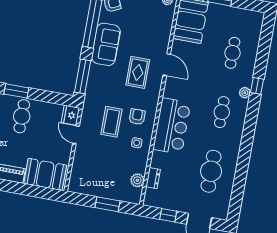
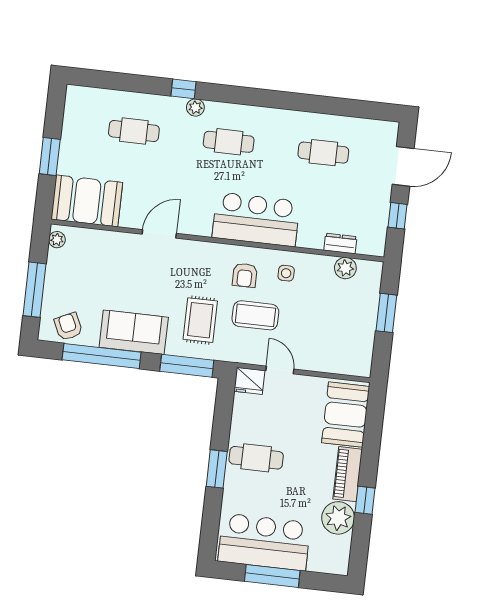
rug: (138, 72) -> (200, 320), moved, turned 90
armchair: (137, 117) -> (245, 275), turned -90
door: (76, 135) -> (280, 370), swing flipped
cafe table: (211, 171) -> (323, 153), width x0.73, depth x0.74

